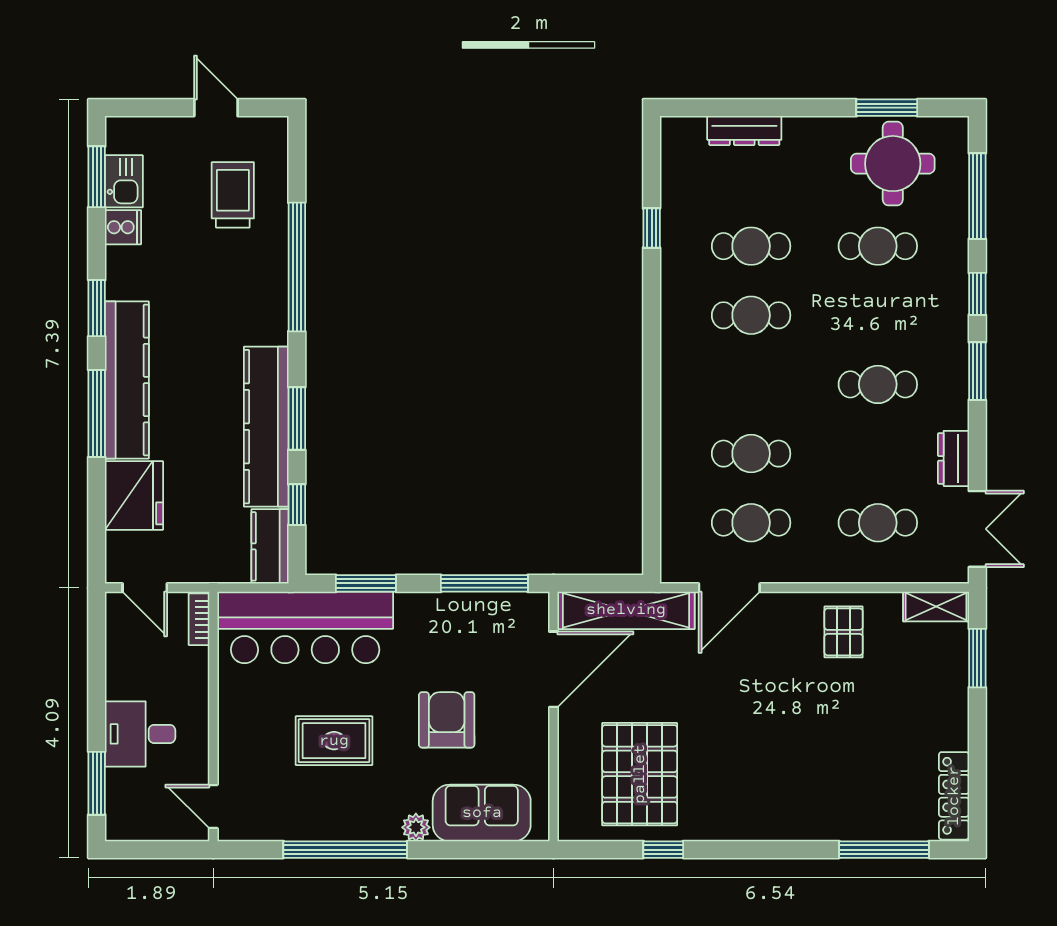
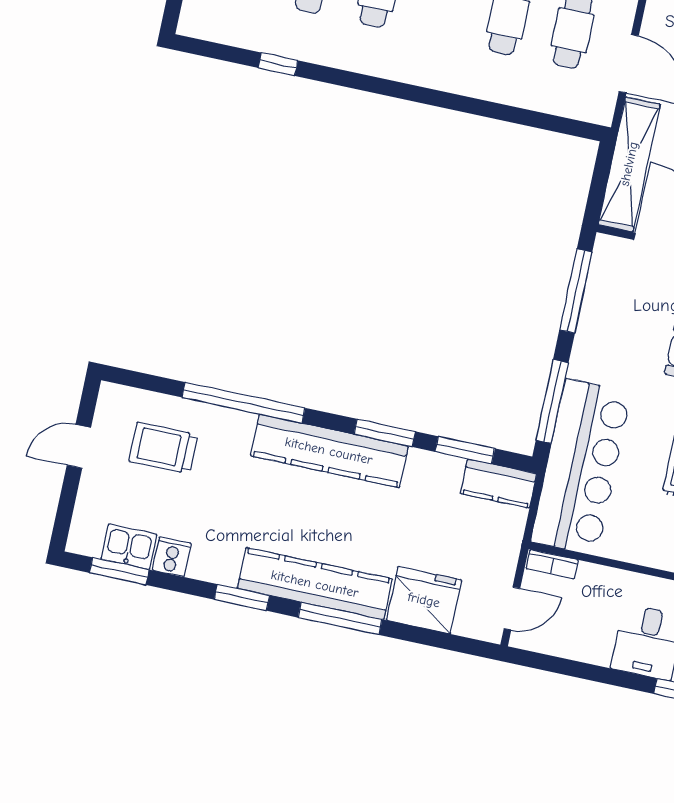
kitchen counter: (266, 427) -> (329, 451), moved
window: (297, 505) -> (465, 450), width x1.50
window: (366, 583) -> (552, 401), width x1.44

